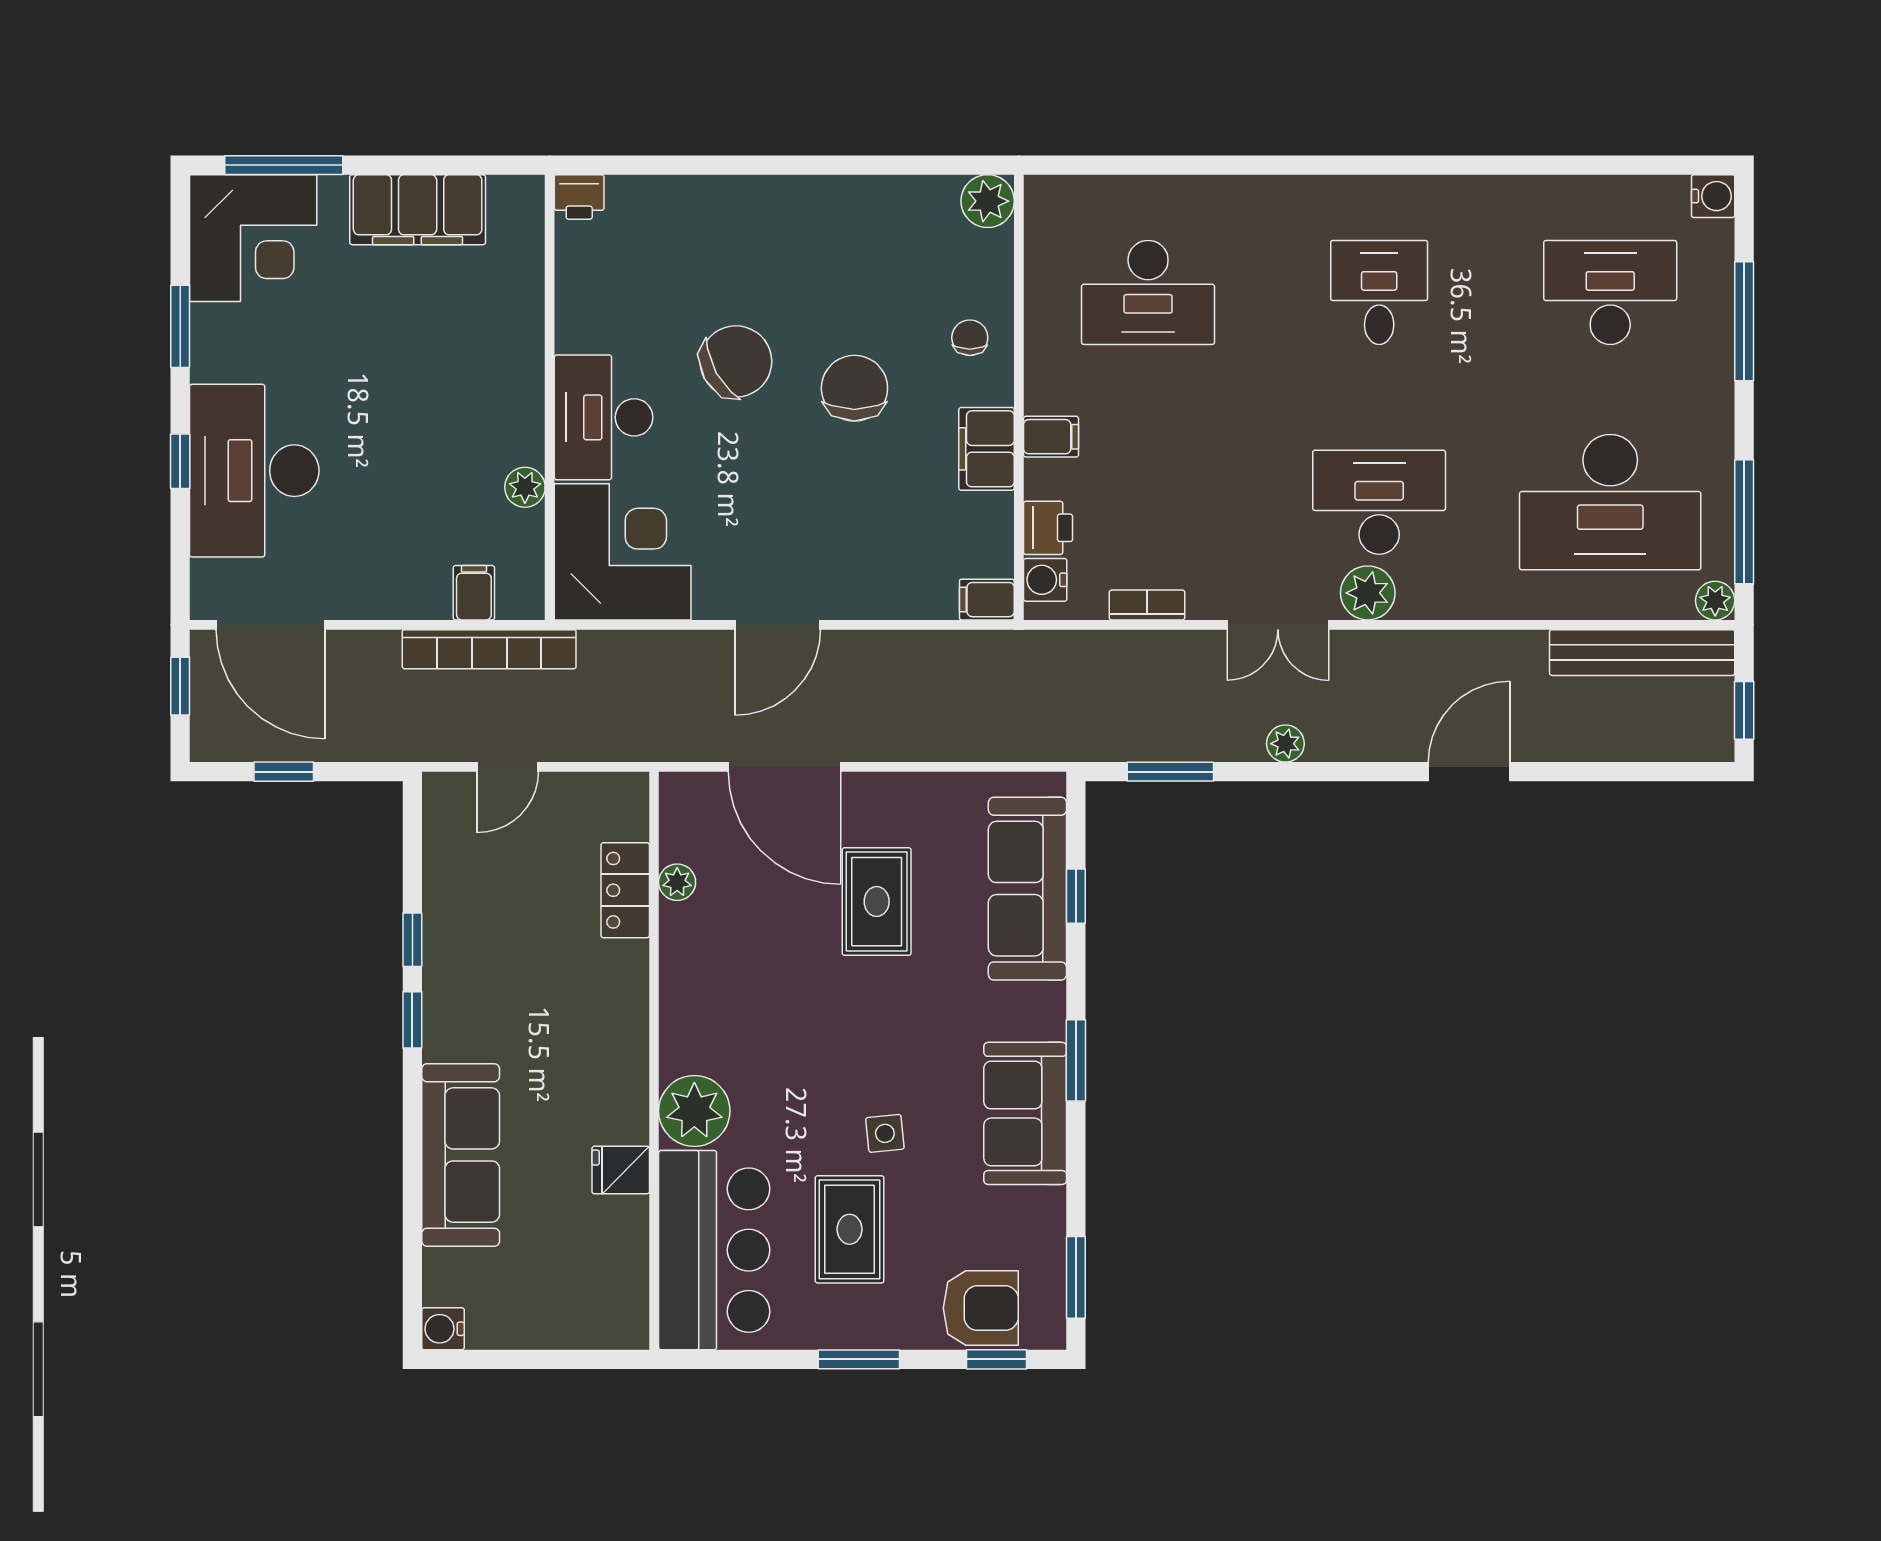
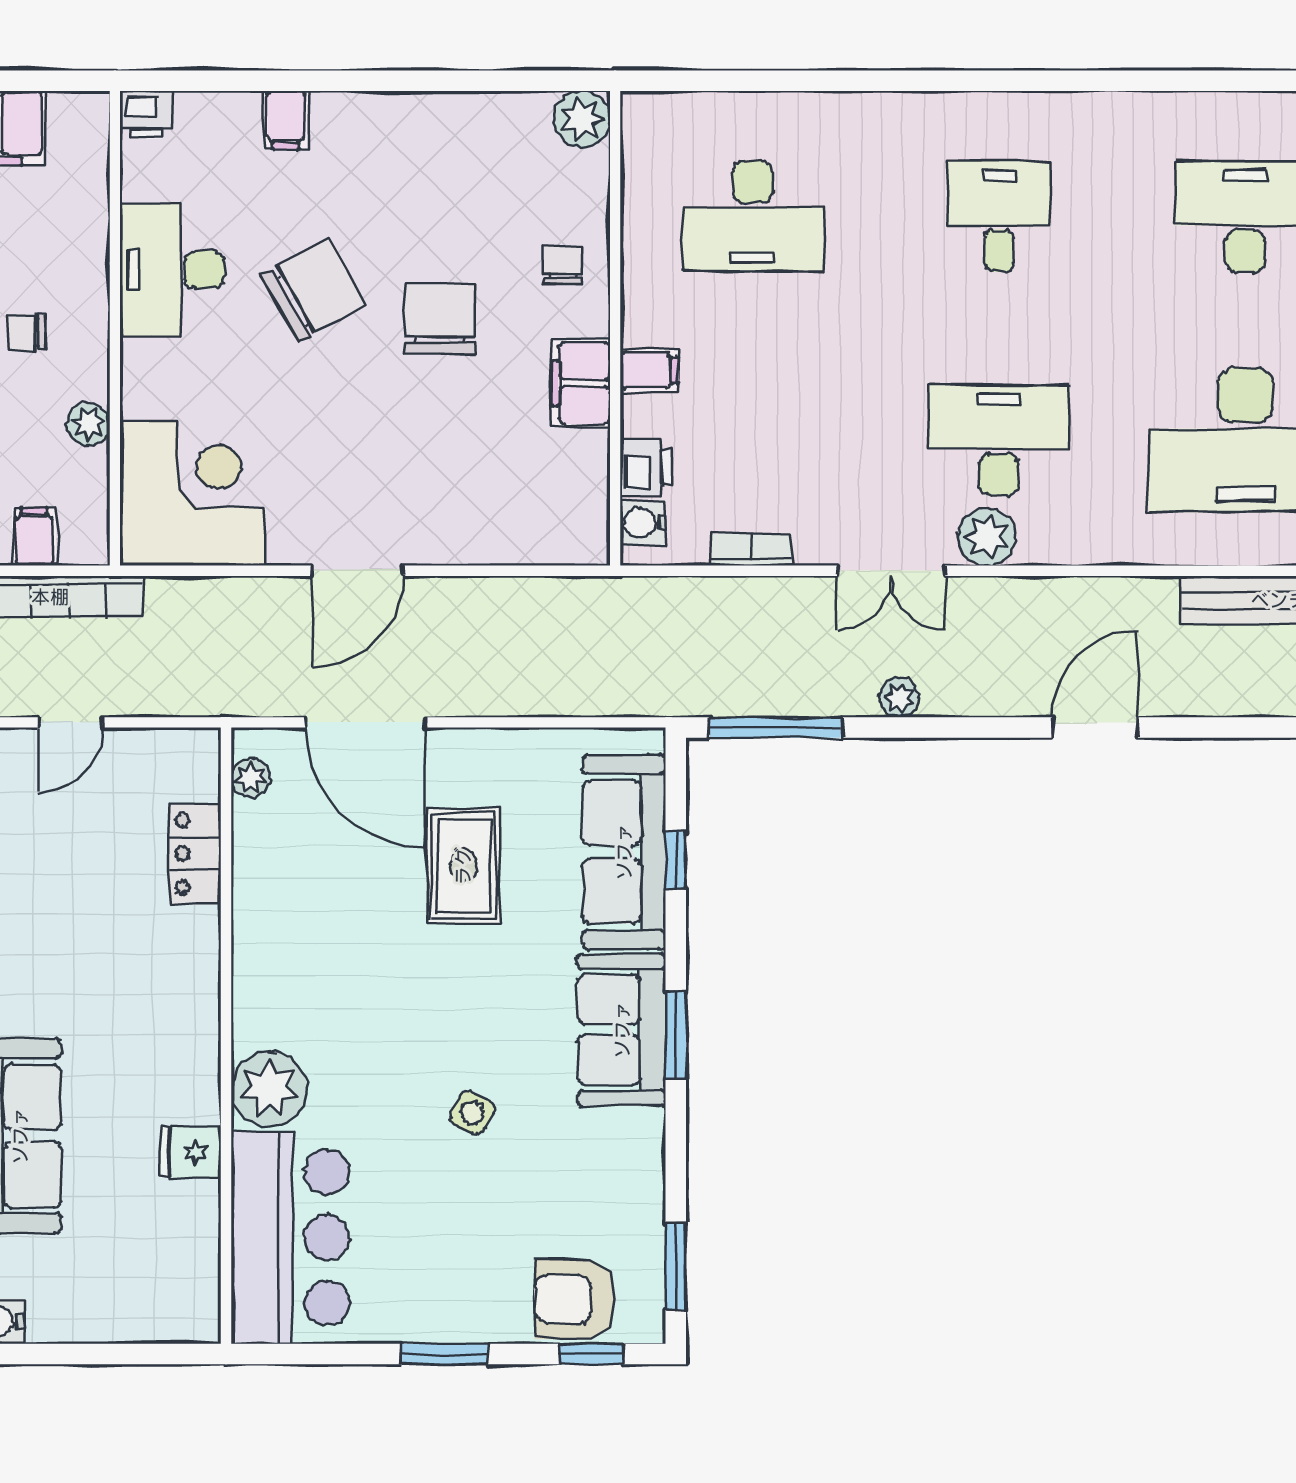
chair: (467, 402) -> (26, 333), added
desk: (604, 417) -> (172, 270), moved
filing cabinet: (987, 600) -> (286, 120), moved, turned -90
window: (1170, 772) -> (776, 727), width x1.44
plant: (677, 882) -> (251, 778), moved
sofa: (1025, 1113) -> (622, 1030), moved
side table: (885, 1133) -> (472, 1113), turned 33
rug: (850, 1229) -> (434, 1215), removed
armchair: (981, 1308) -> (574, 1299), turned 180

